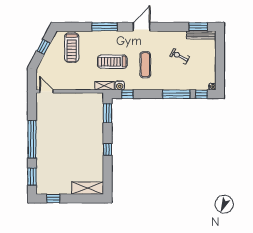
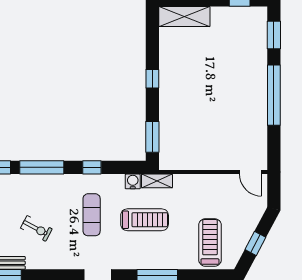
window: (127, 94) -> (92, 167), moved

